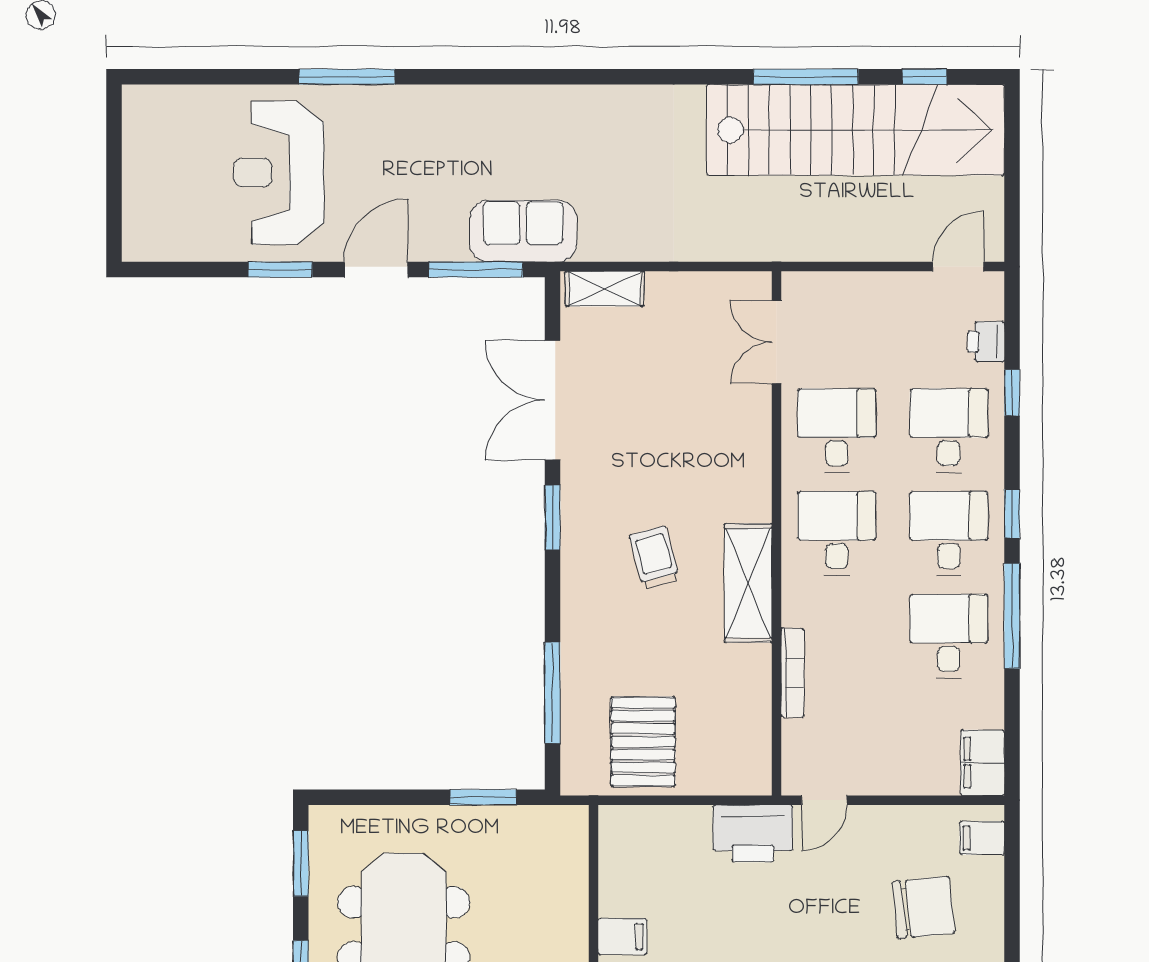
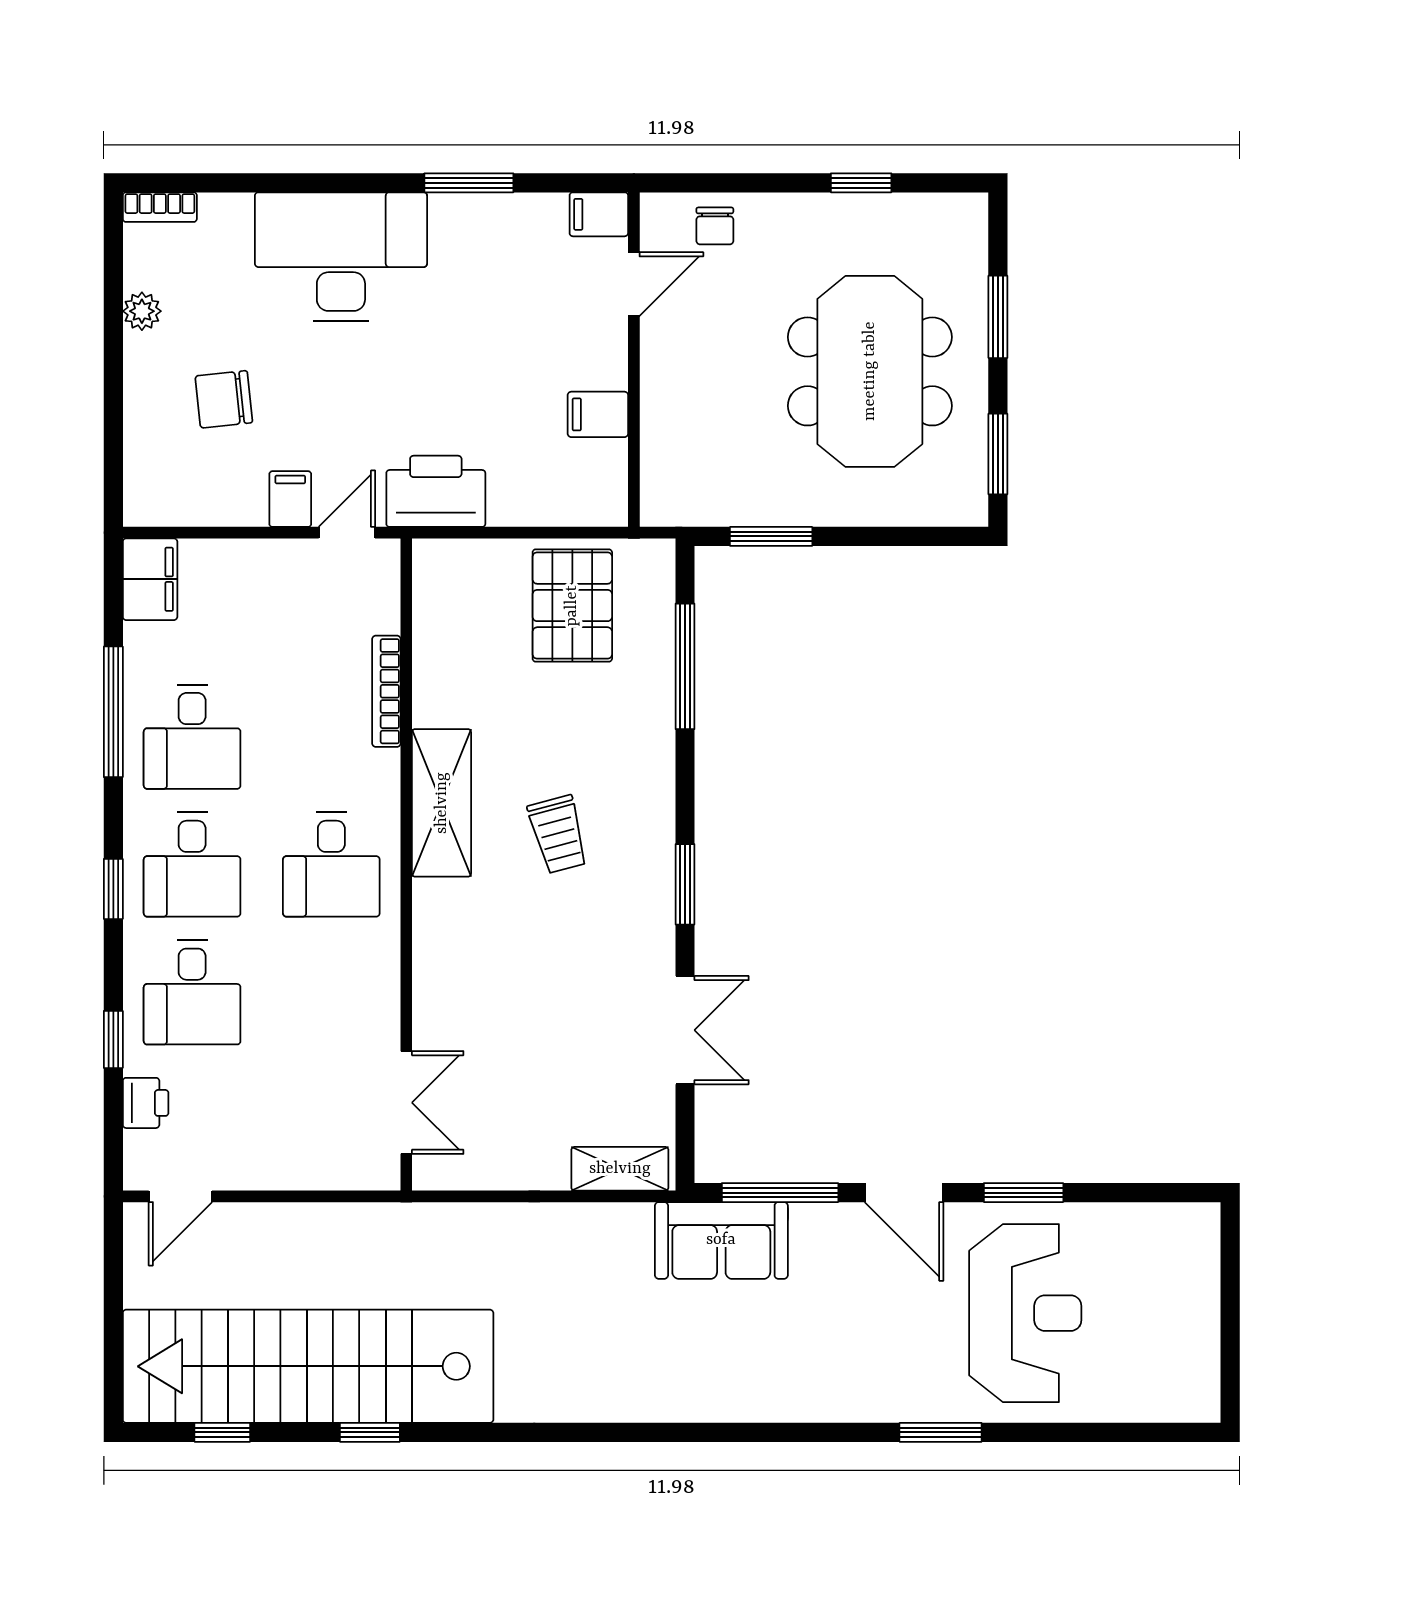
window: (347, 77) -> (941, 1432), width x0.69
window: (806, 77) -> (370, 1432), width x0.46
door: (376, 270) -> (904, 1193), hinge flipped
double door: (552, 400) -> (685, 1030), width x0.73
desk: (837, 431) -> (331, 992), removed
window: (1012, 616) -> (113, 712), moved
filing cabinet: (982, 838) -> (290, 499), moved, turned -90
chair: (923, 907) -> (224, 399), width x0.73, depth x0.73
filing cabinet: (622, 936) -> (598, 414), moved

